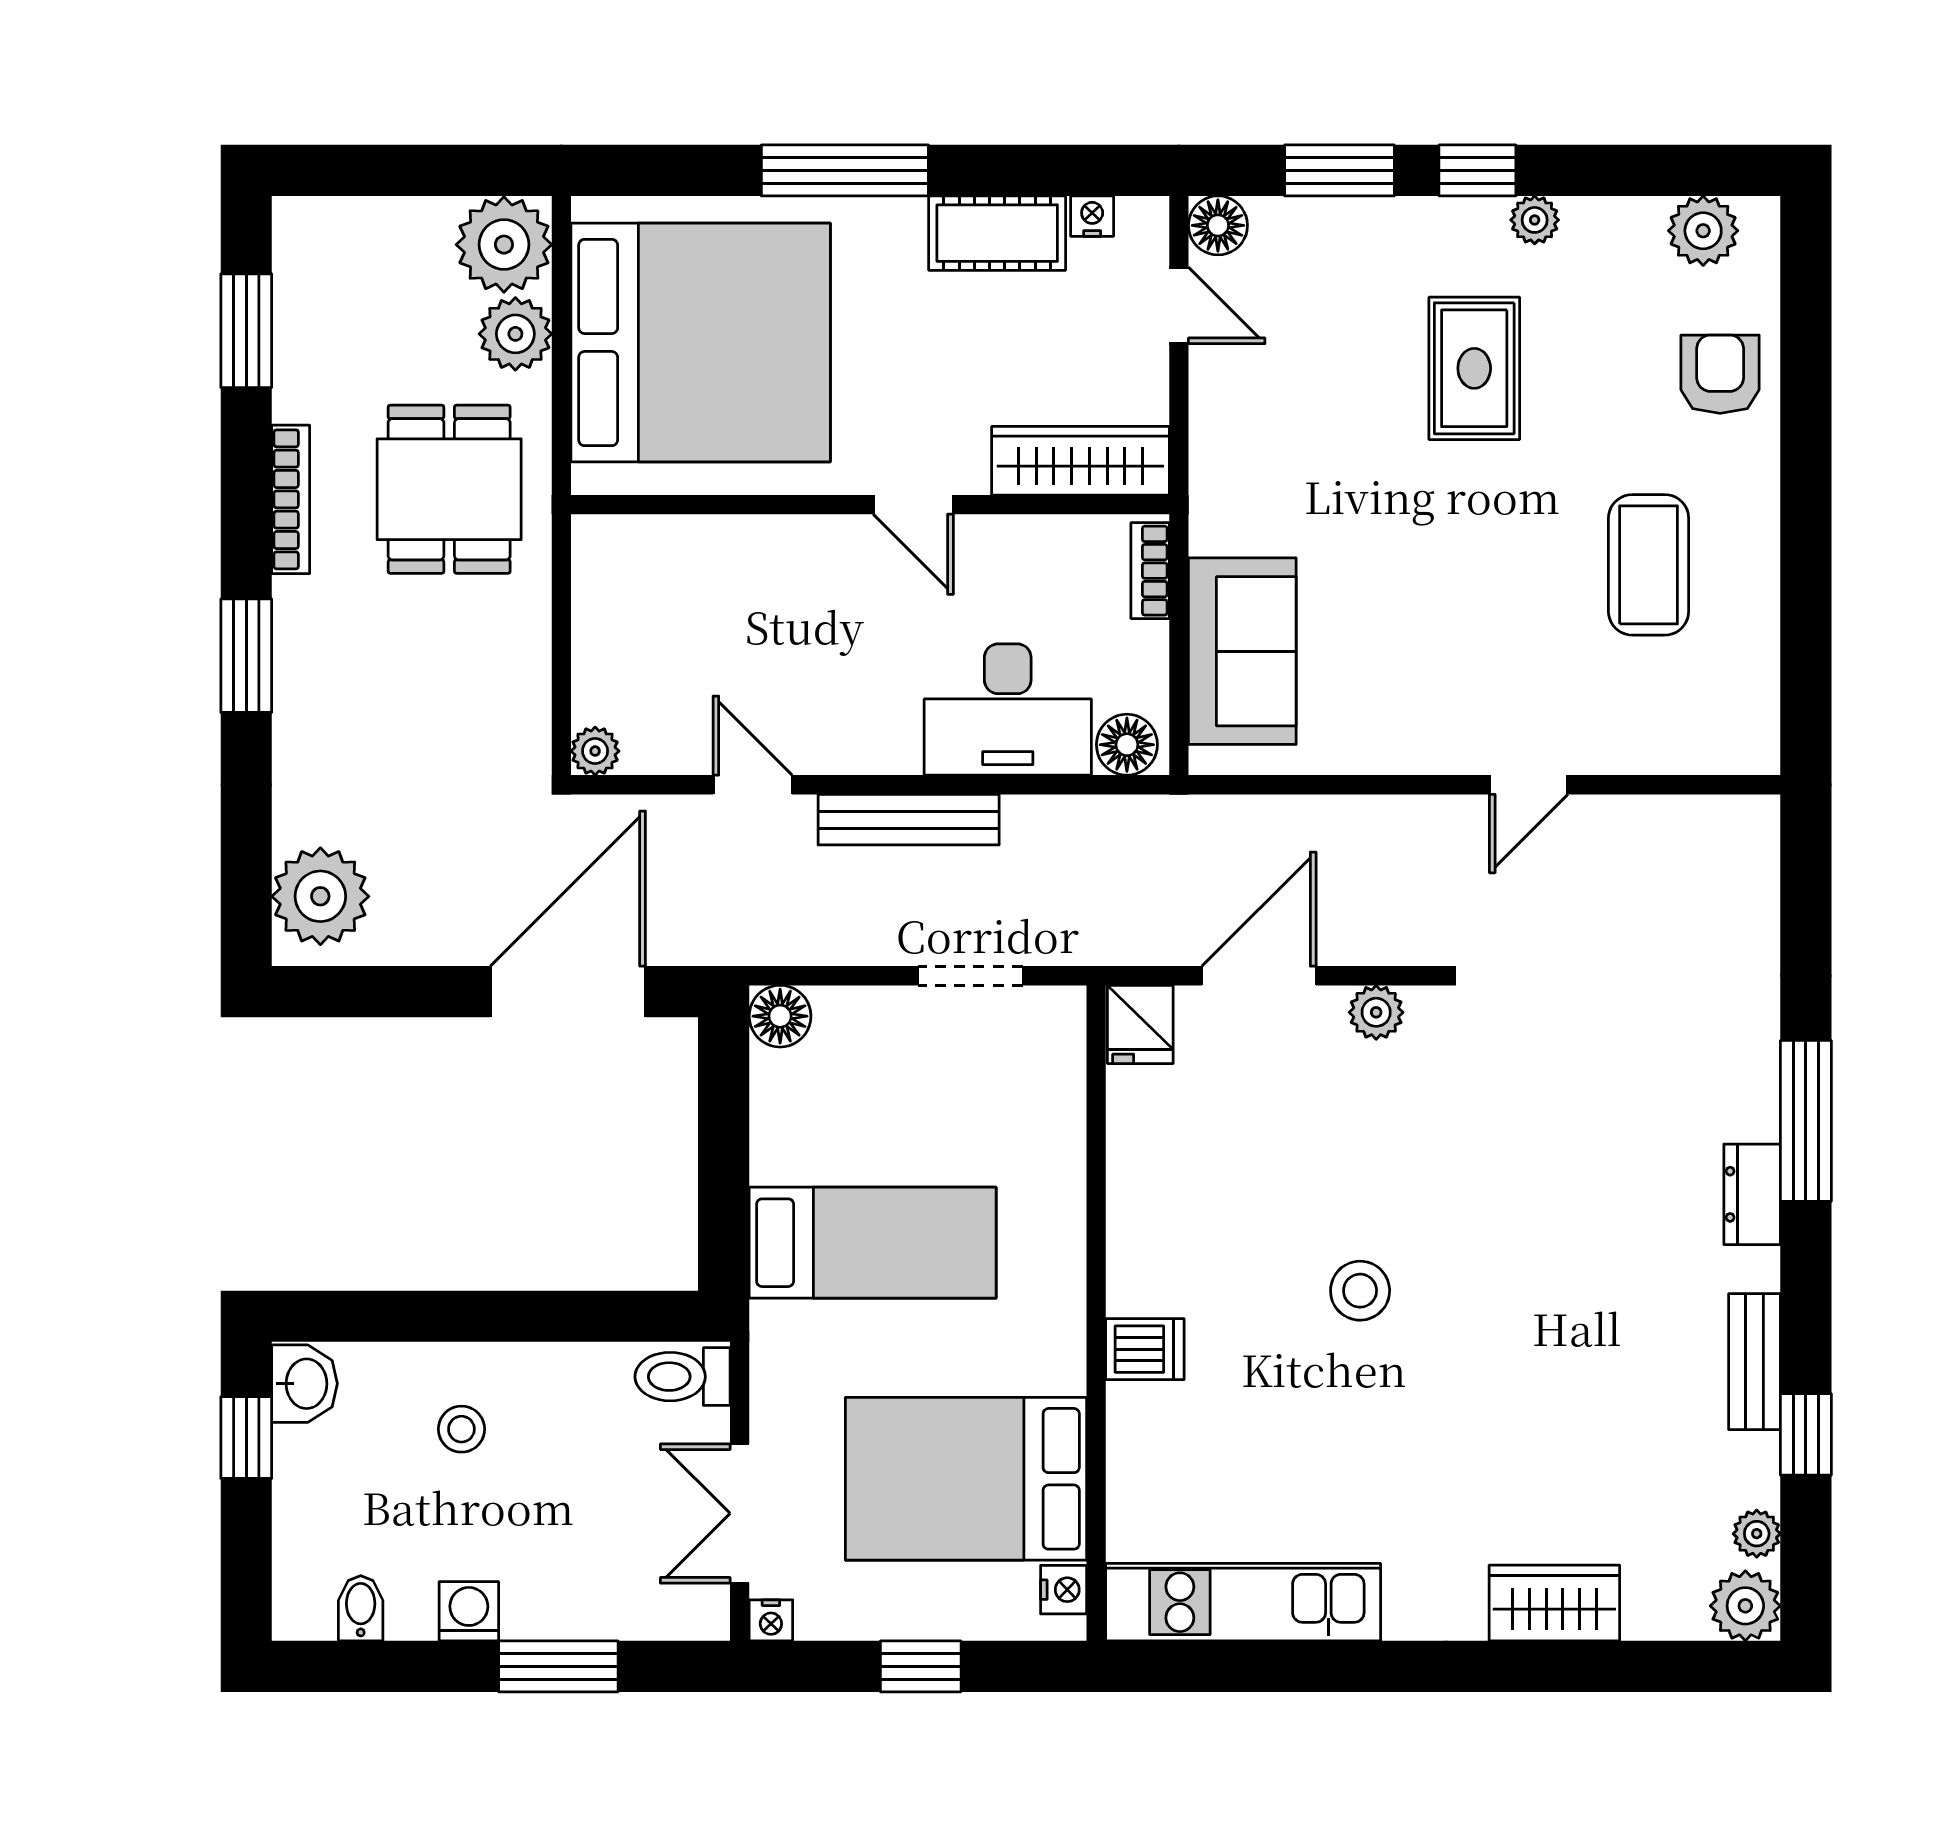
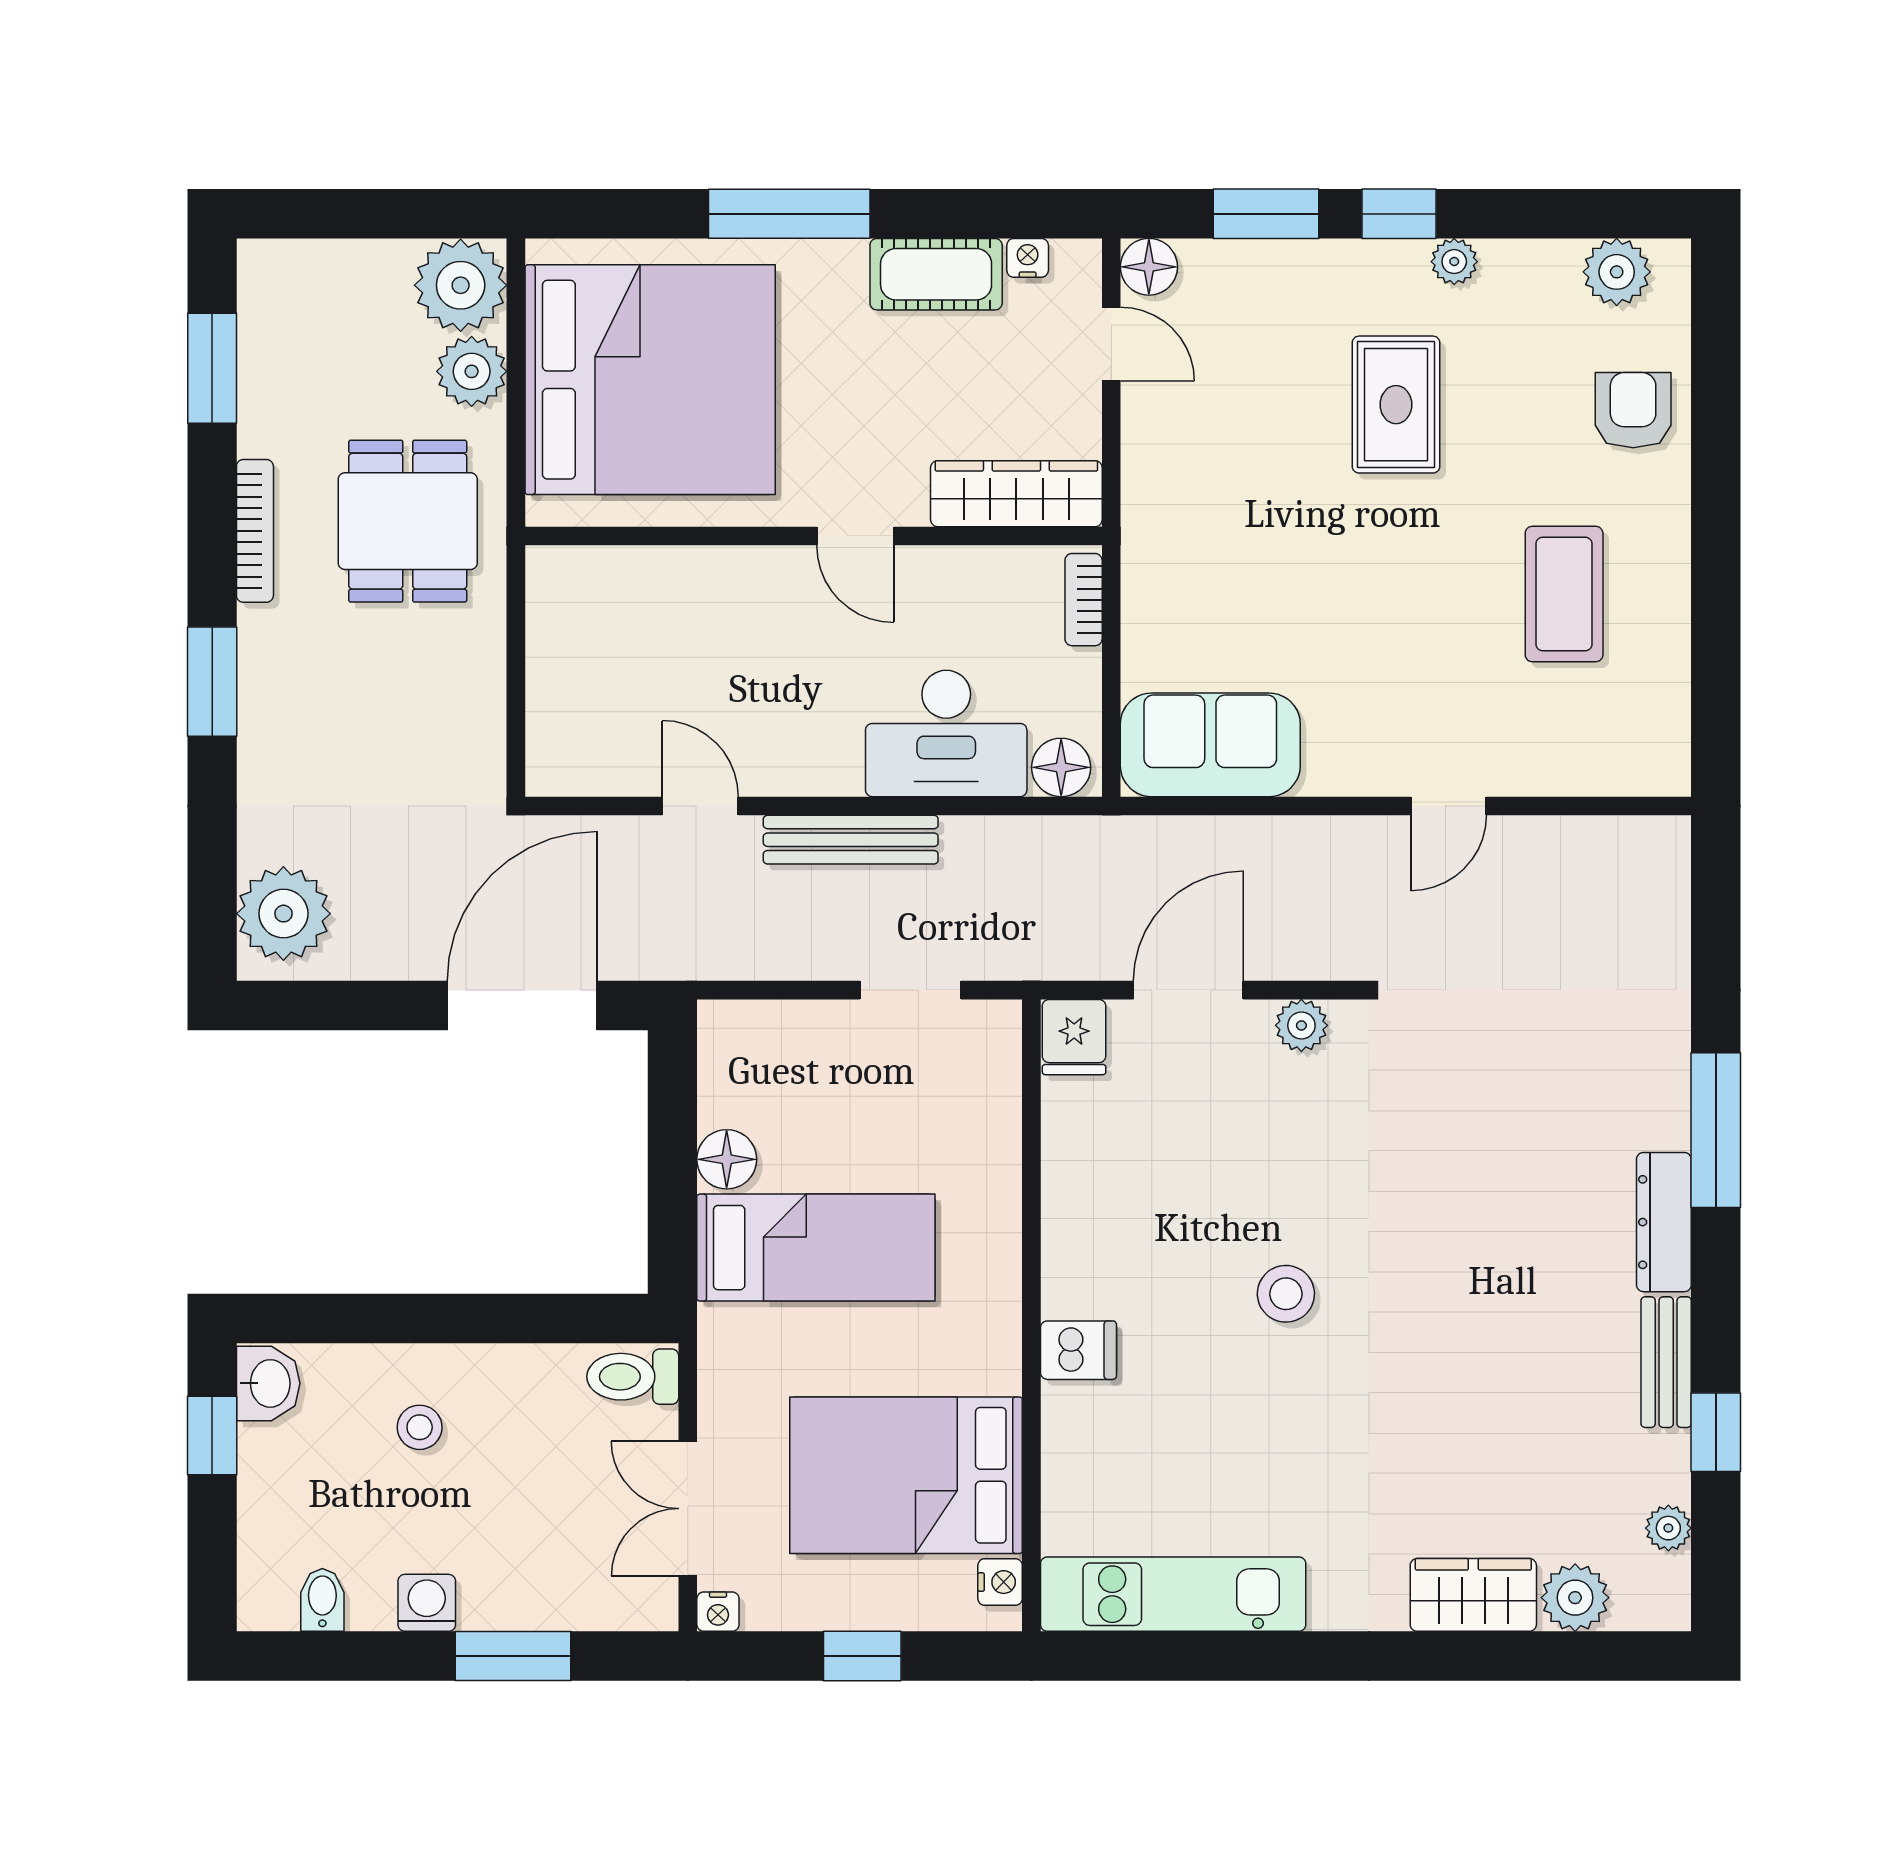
sofa: (1242, 651) -> (1210, 745), moved, turned -90
plant: (595, 751) -> (548, 774), removed
floor lamp: (780, 1016) -> (727, 1159), moved
dresser: (1752, 1194) -> (1664, 1222), width x1.44
plant: (1745, 1606) -> (1575, 1598), moved

